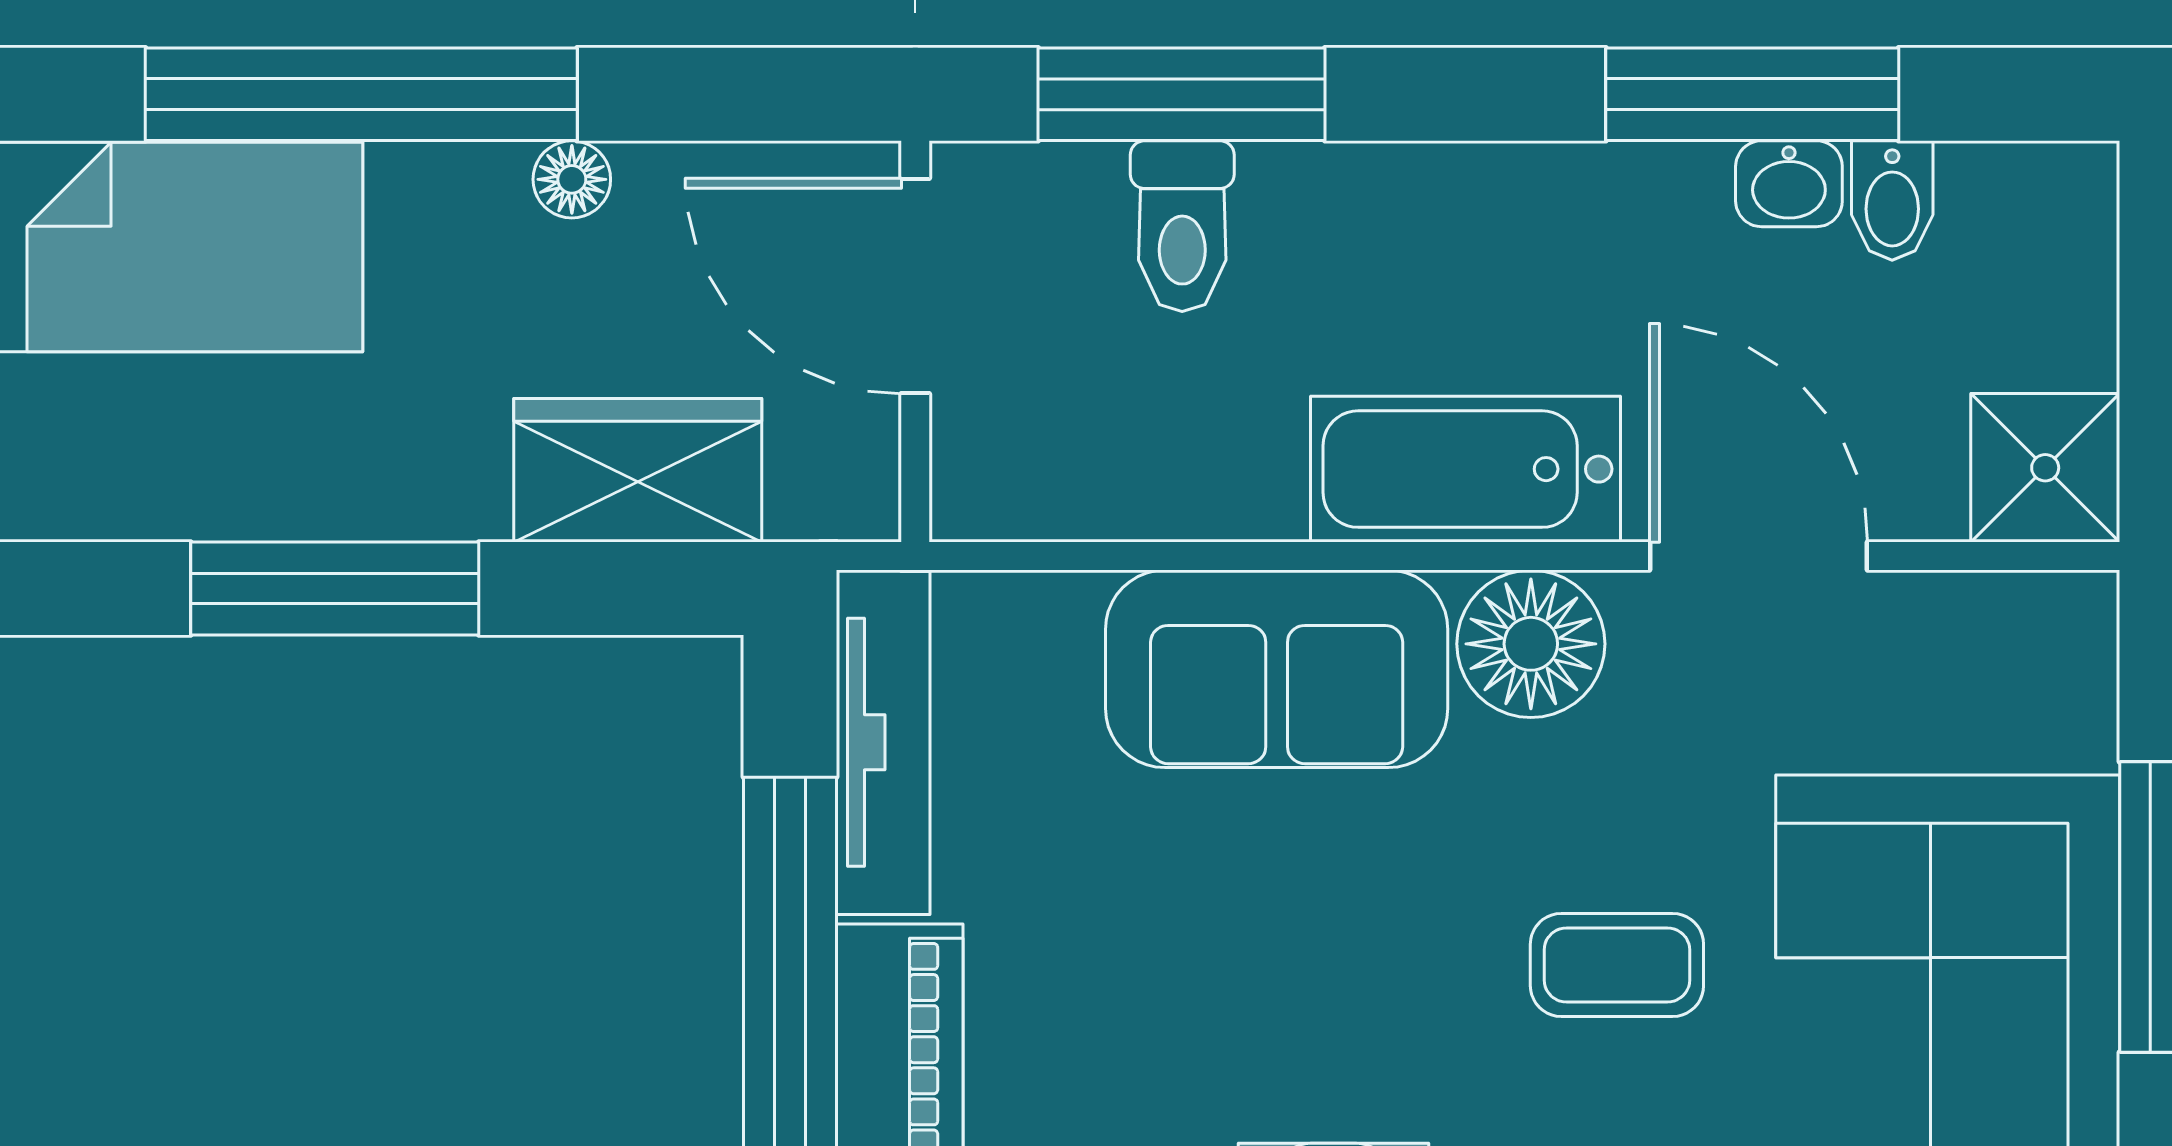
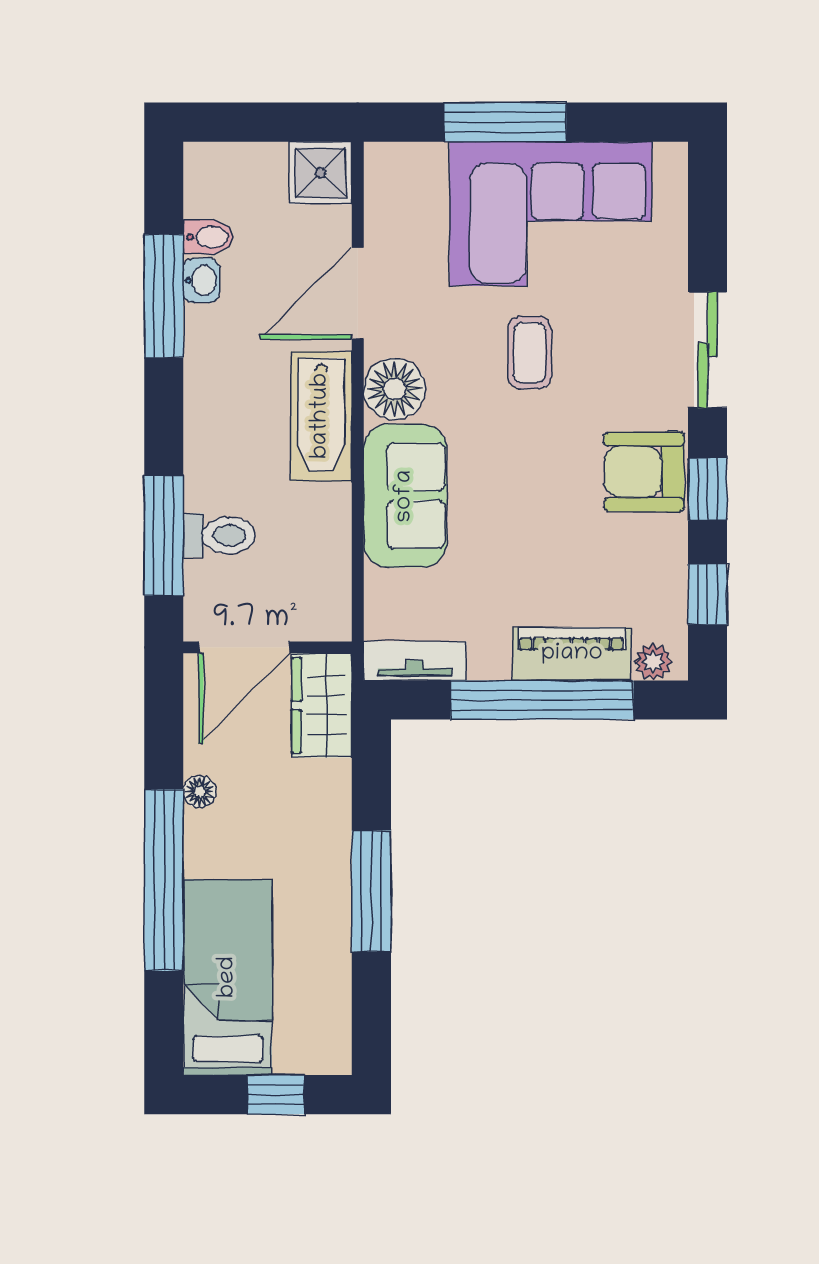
wardrobe: (638, 470) -> (322, 705), moved
tv unit: (883, 742) -> (415, 661), width x0.71

